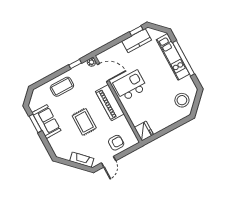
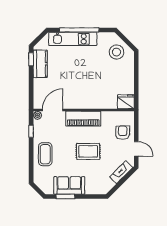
kitchen island: (130, 86) -> (78, 92), removed

